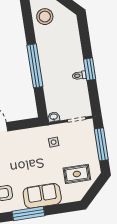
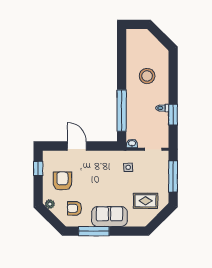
stool: (45, 17) -> (147, 76), moved
window: (35, 66) -> (122, 111), moved
window: (90, 69) -> (173, 115), moved

